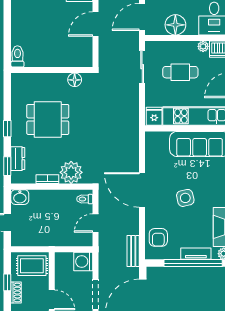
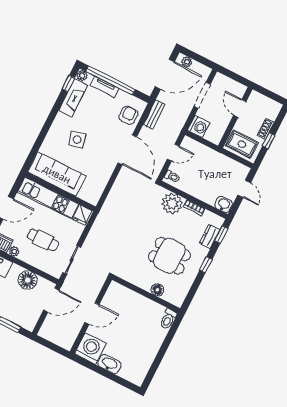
floor lamp: (75, 80) -> (157, 290), moved
door: (142, 190) -> (127, 150), moved
side table: (185, 198) -> (77, 140), moved

